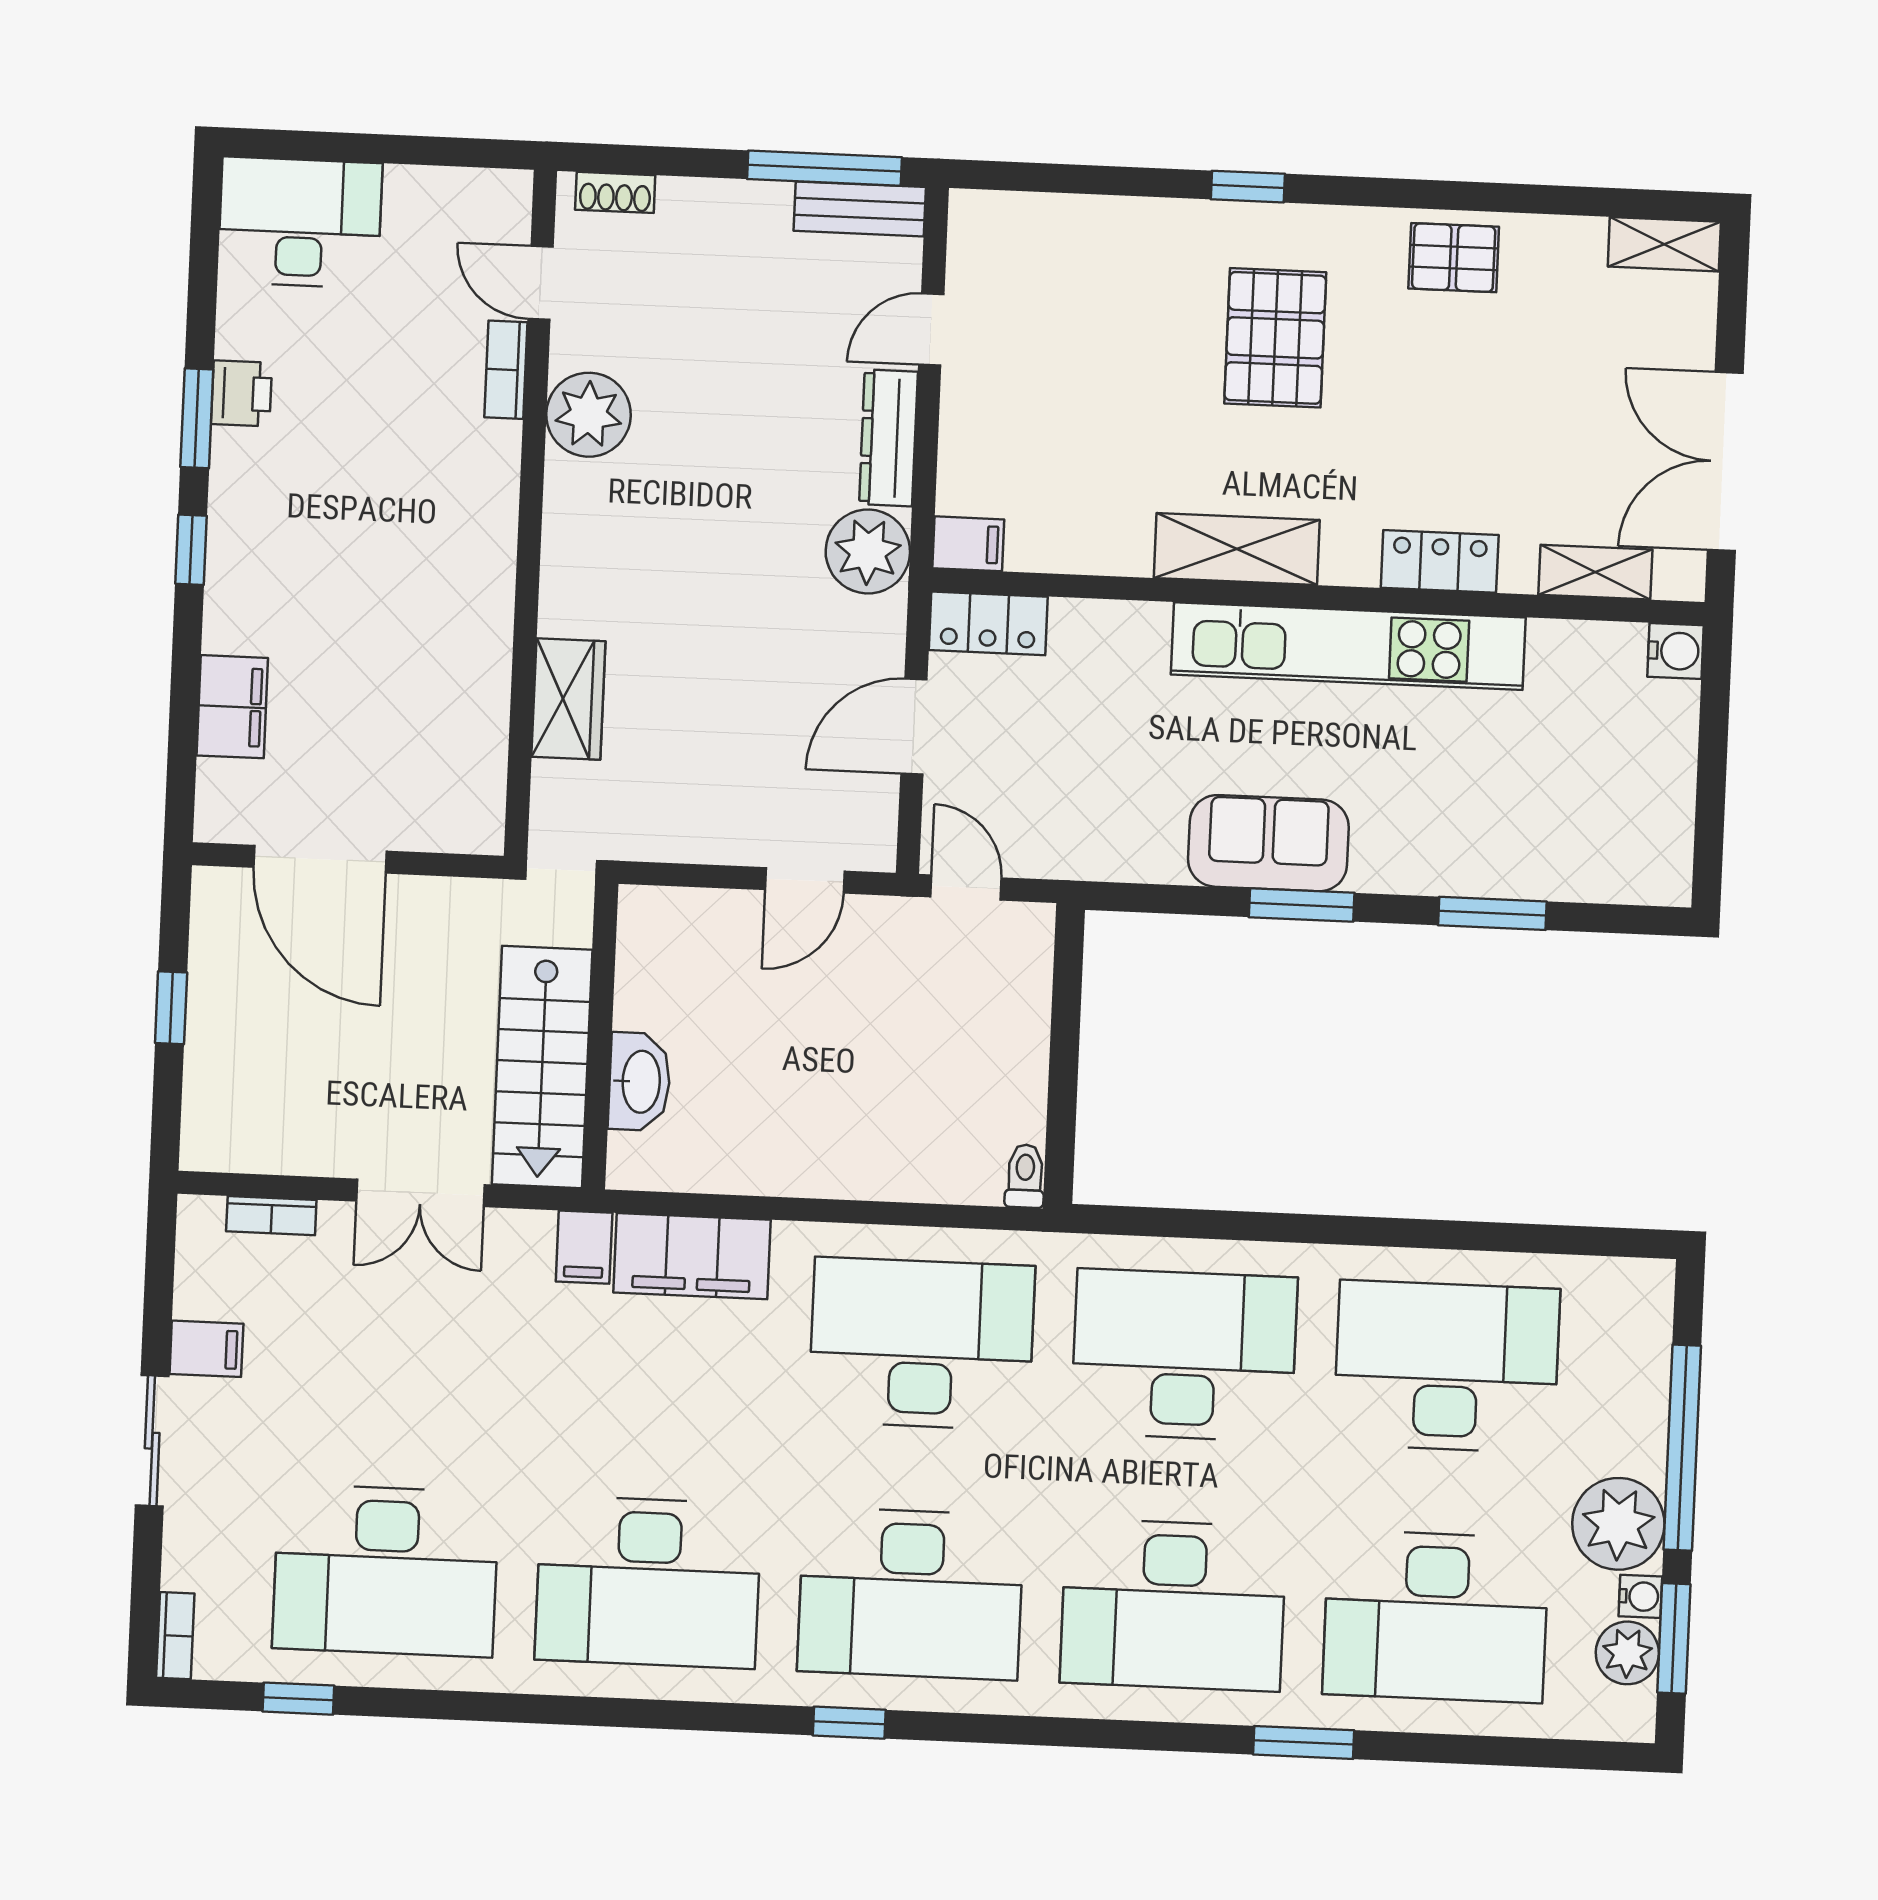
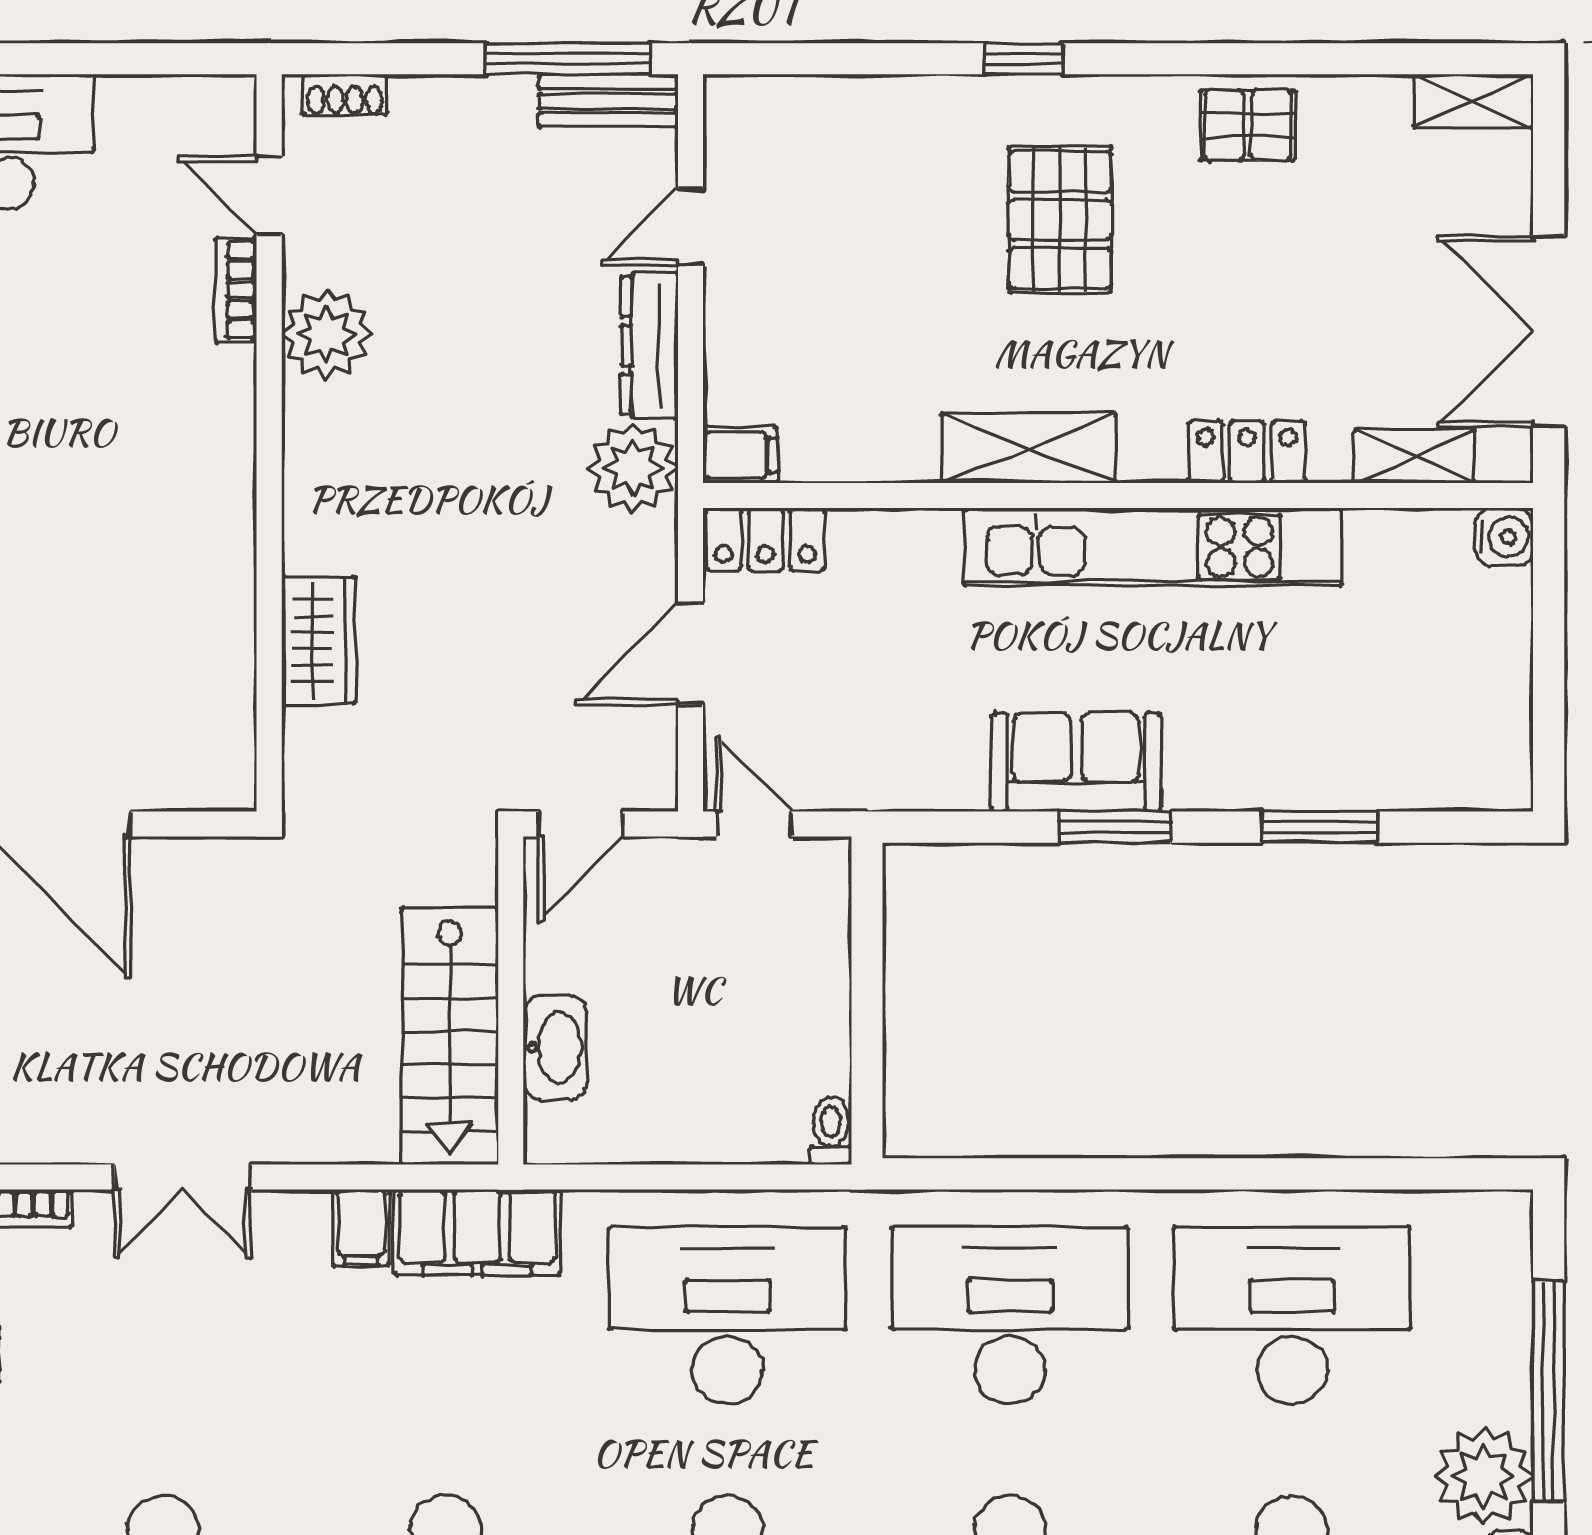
wall: (600, 1036) -> (511, 1000), moved
stairs: (542, 1067) -> (450, 1036), moved
washbasin: (639, 1082) -> (555, 1047), moved

